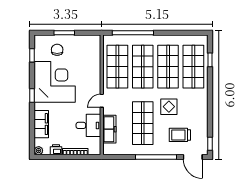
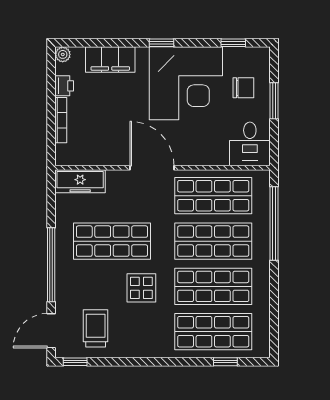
door: (102, 101) -> (152, 168), width x1.87
desk: (88, 125) -> (250, 144), moved
freezer: (109, 129) -> (80, 181), moved
trolley: (180, 135) -> (96, 328), moved

